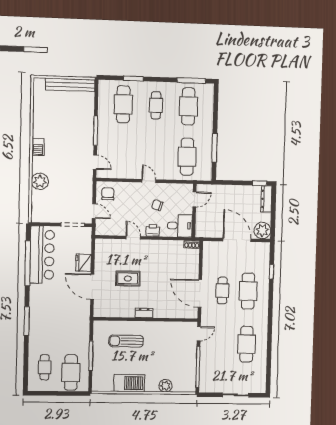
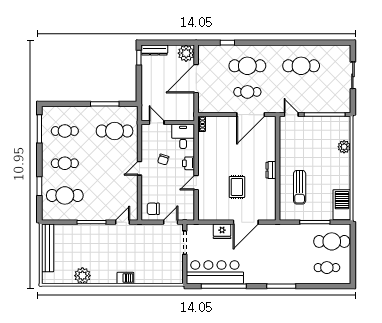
cafe table: (188, 106) -> (65, 131), width x0.73, depth x0.74
barbecue: (38, 147) -> (125, 278), moved
plant: (40, 181) -> (82, 276), moved
barbecue: (129, 383) -> (342, 205), moved

